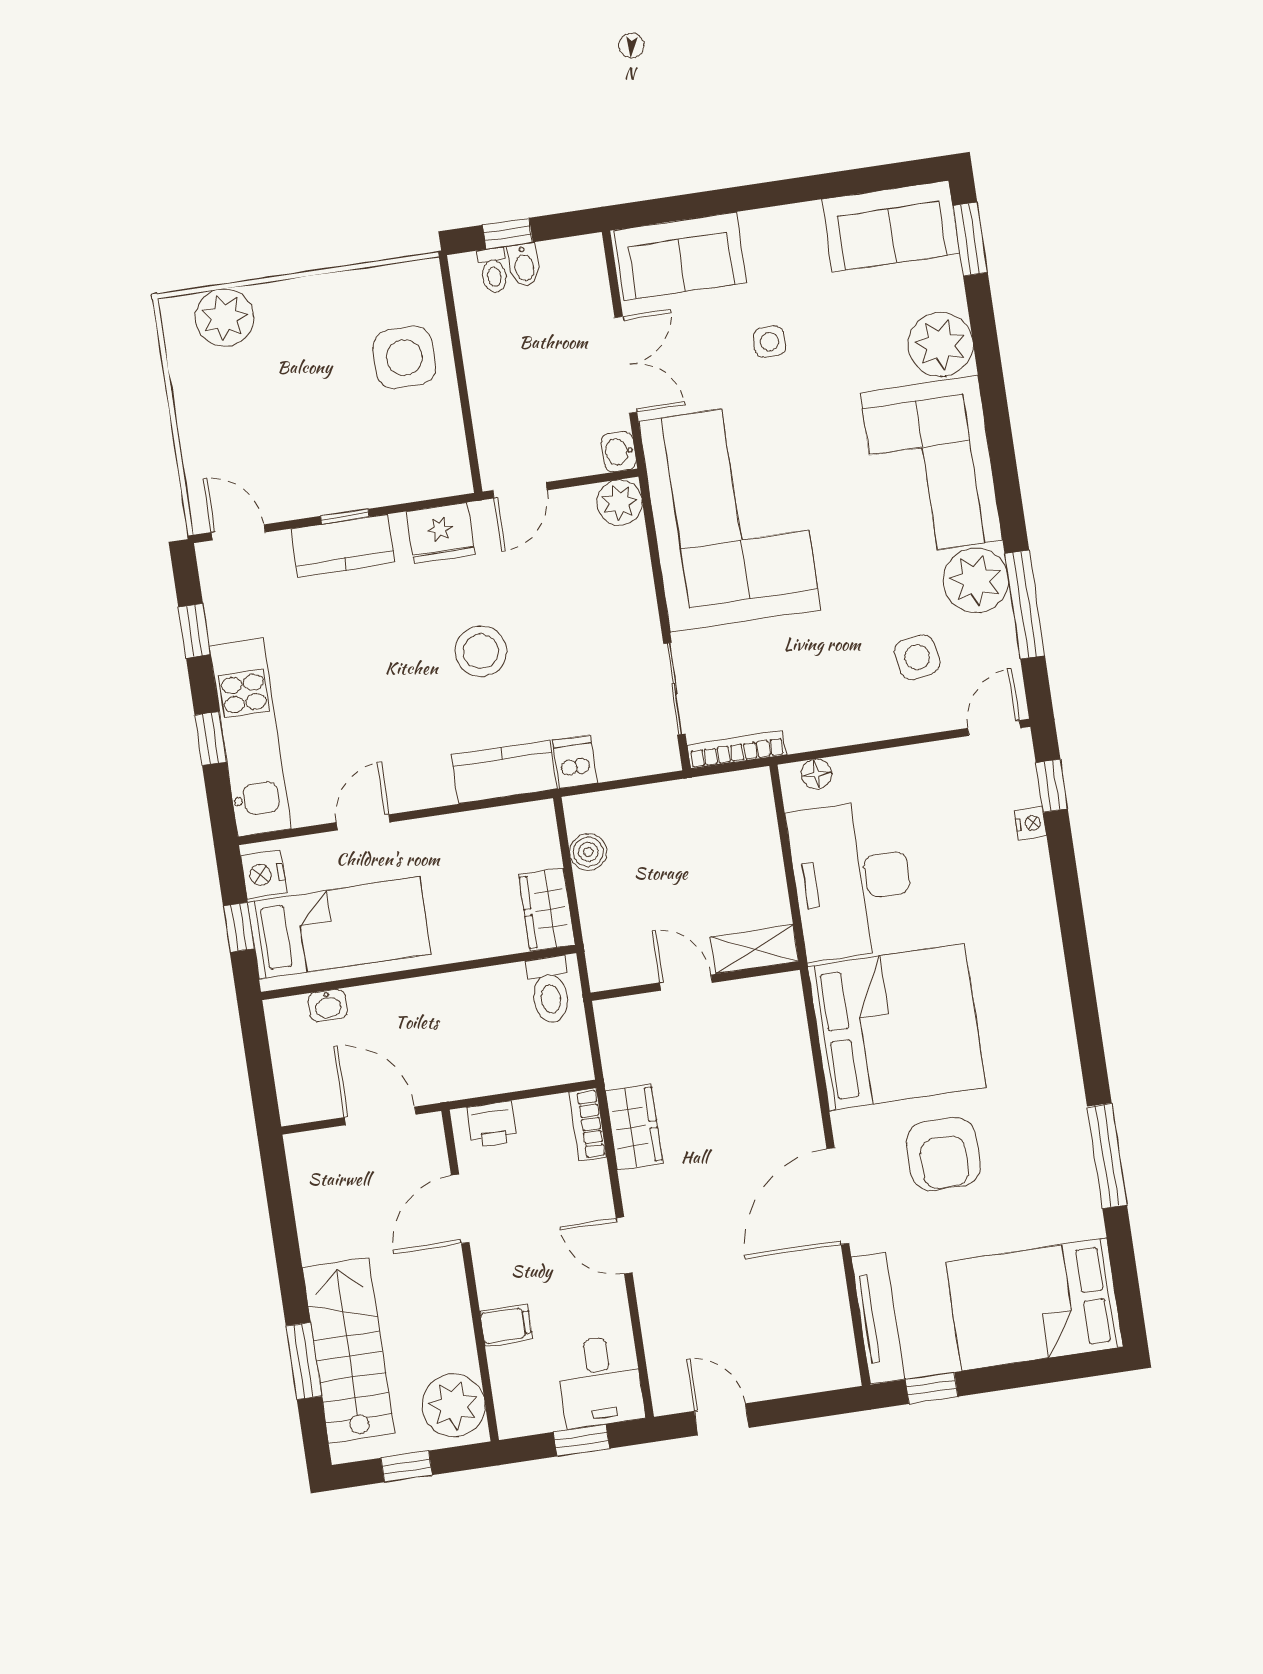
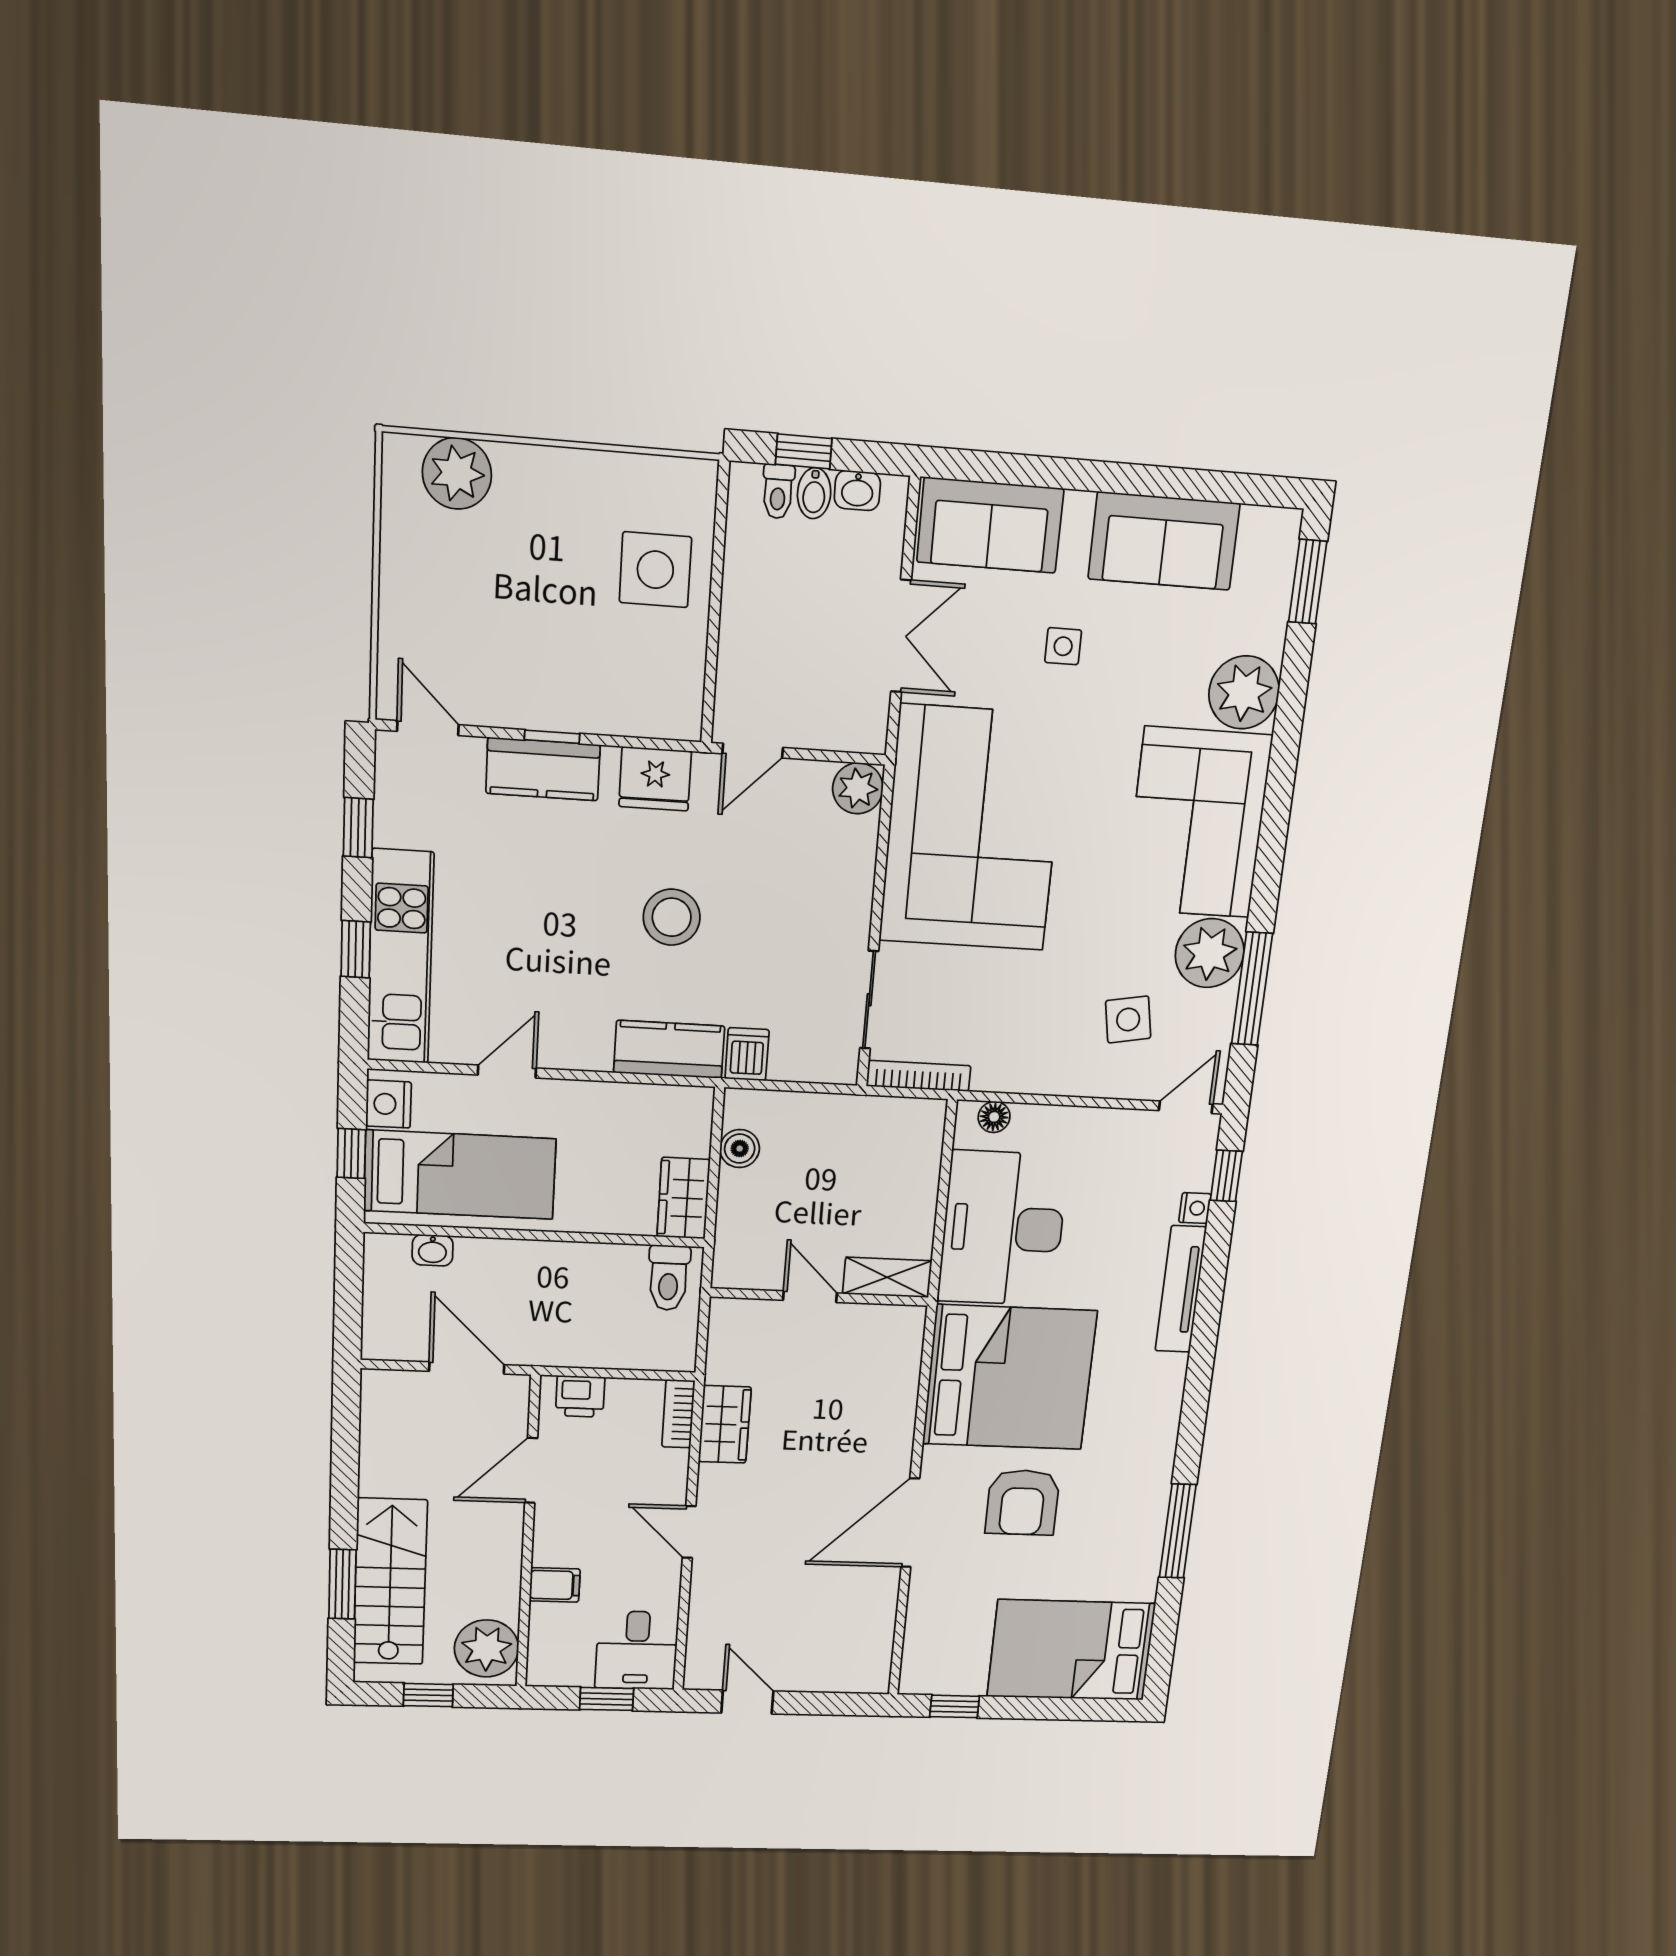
sofa: (891, 226) -> (1164, 541), moved
washbasin: (619, 452) -> (857, 490), moved, turned -90
tv unit: (878, 1318) -> (1181, 1289), moved, turned 180

